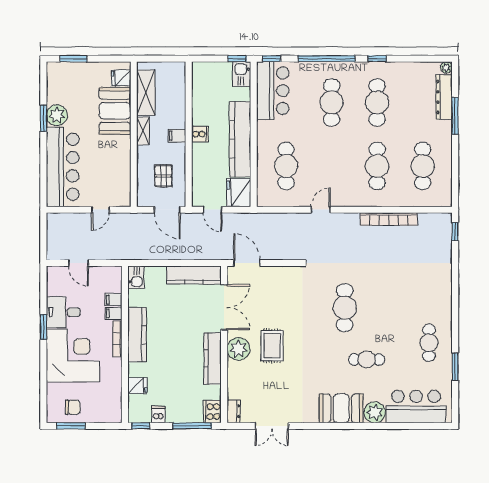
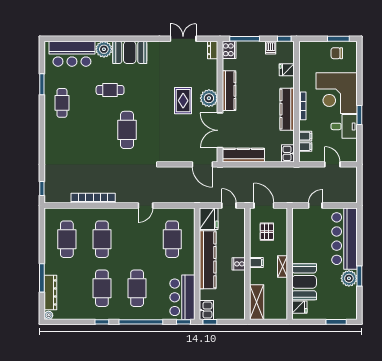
shelving: (146, 93) -> (257, 302), moved
filing cabinet: (114, 313) -> (305, 147), moved

